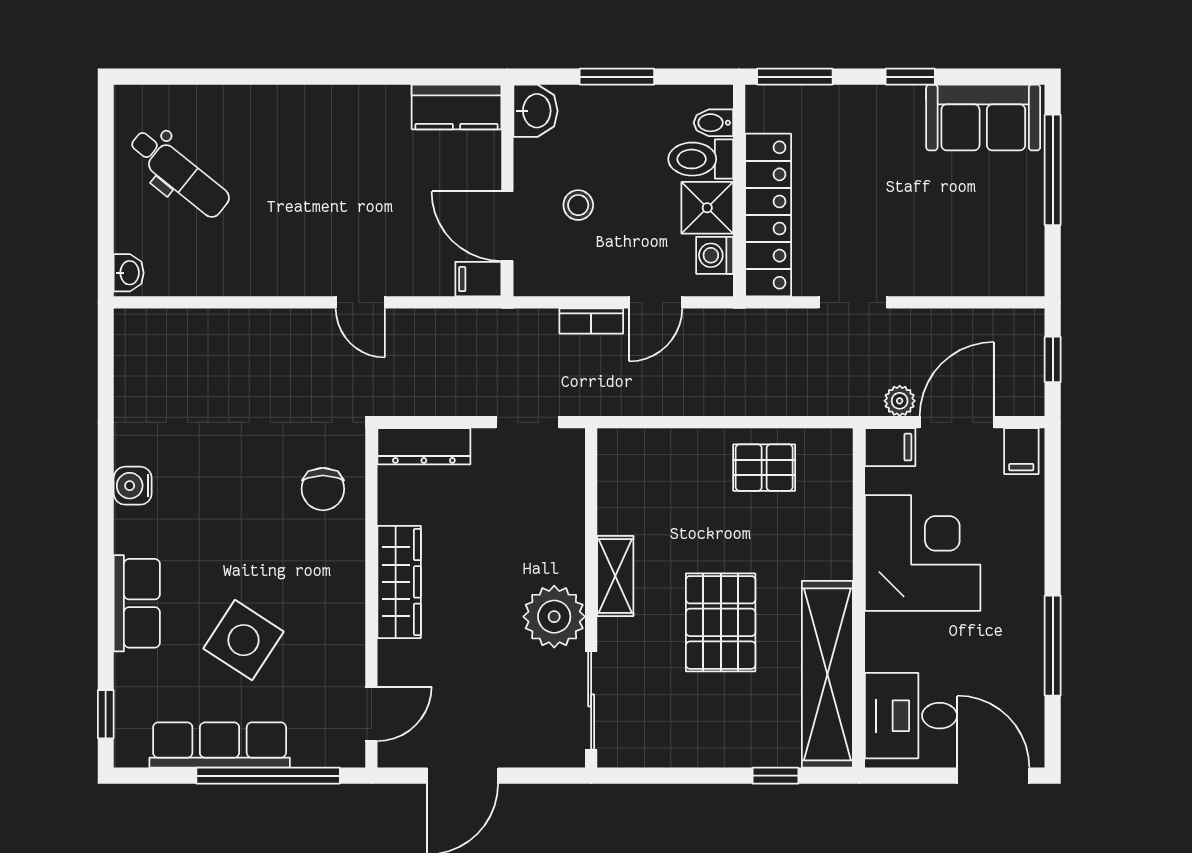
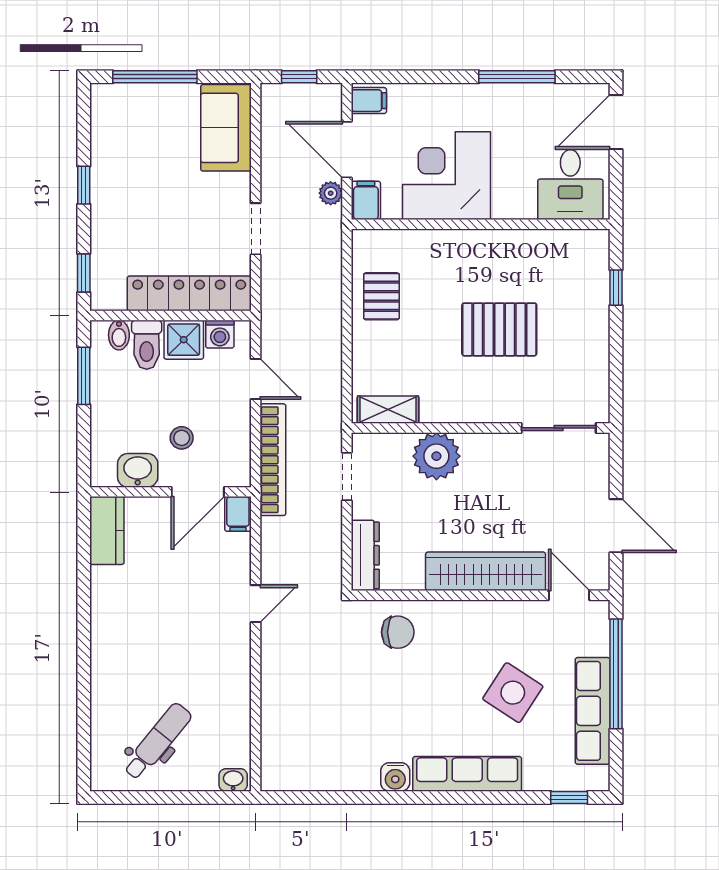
window: (617, 77) -> (84, 376), moved
window: (795, 77) -> (84, 273), width x0.67
washbasin: (535, 111) -> (138, 470), moved
sofa: (983, 117) -> (226, 128), moved, turned 180
bookcase: (591, 321) -> (273, 460), width x2.31, depth x1.31
shelving: (615, 576) -> (388, 410), moved
wardrobe: (399, 582) -> (486, 571), width x1.40, depth x1.17
row of seats: (137, 603) -> (467, 774), width x1.48
plant: (554, 617) -> (436, 456), moved
shelving: (827, 674) -> (539, 248), removed

